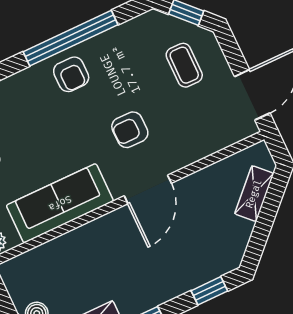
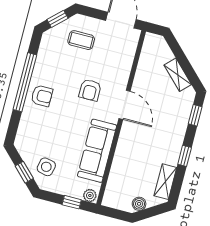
shelving: (254, 194) -> (178, 75), moved

